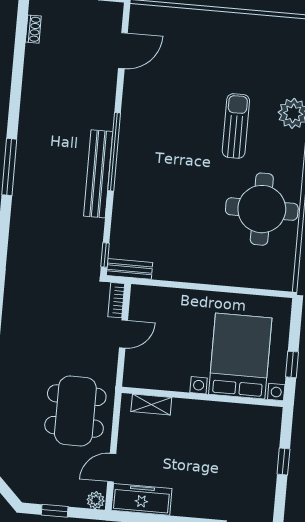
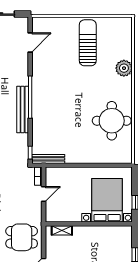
sun lounger: (236, 126) -> (88, 43), moved, width x1.36, depth x1.34
bench: (130, 269) -> (48, 159), width x1.36
dining table: (75, 411) -> (22, 237), width x0.73

